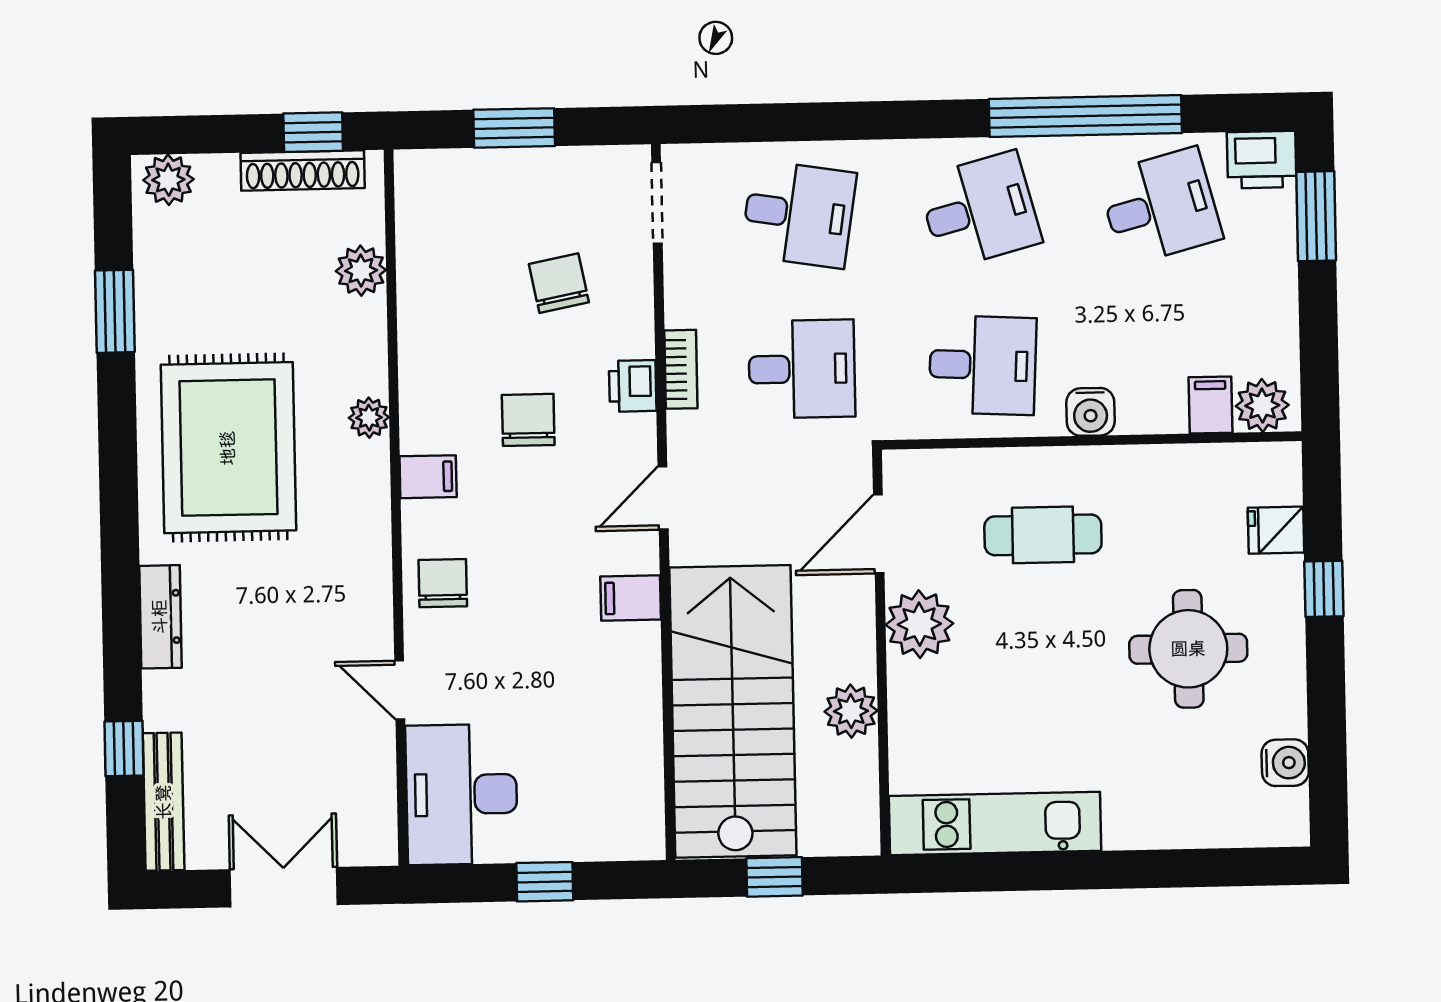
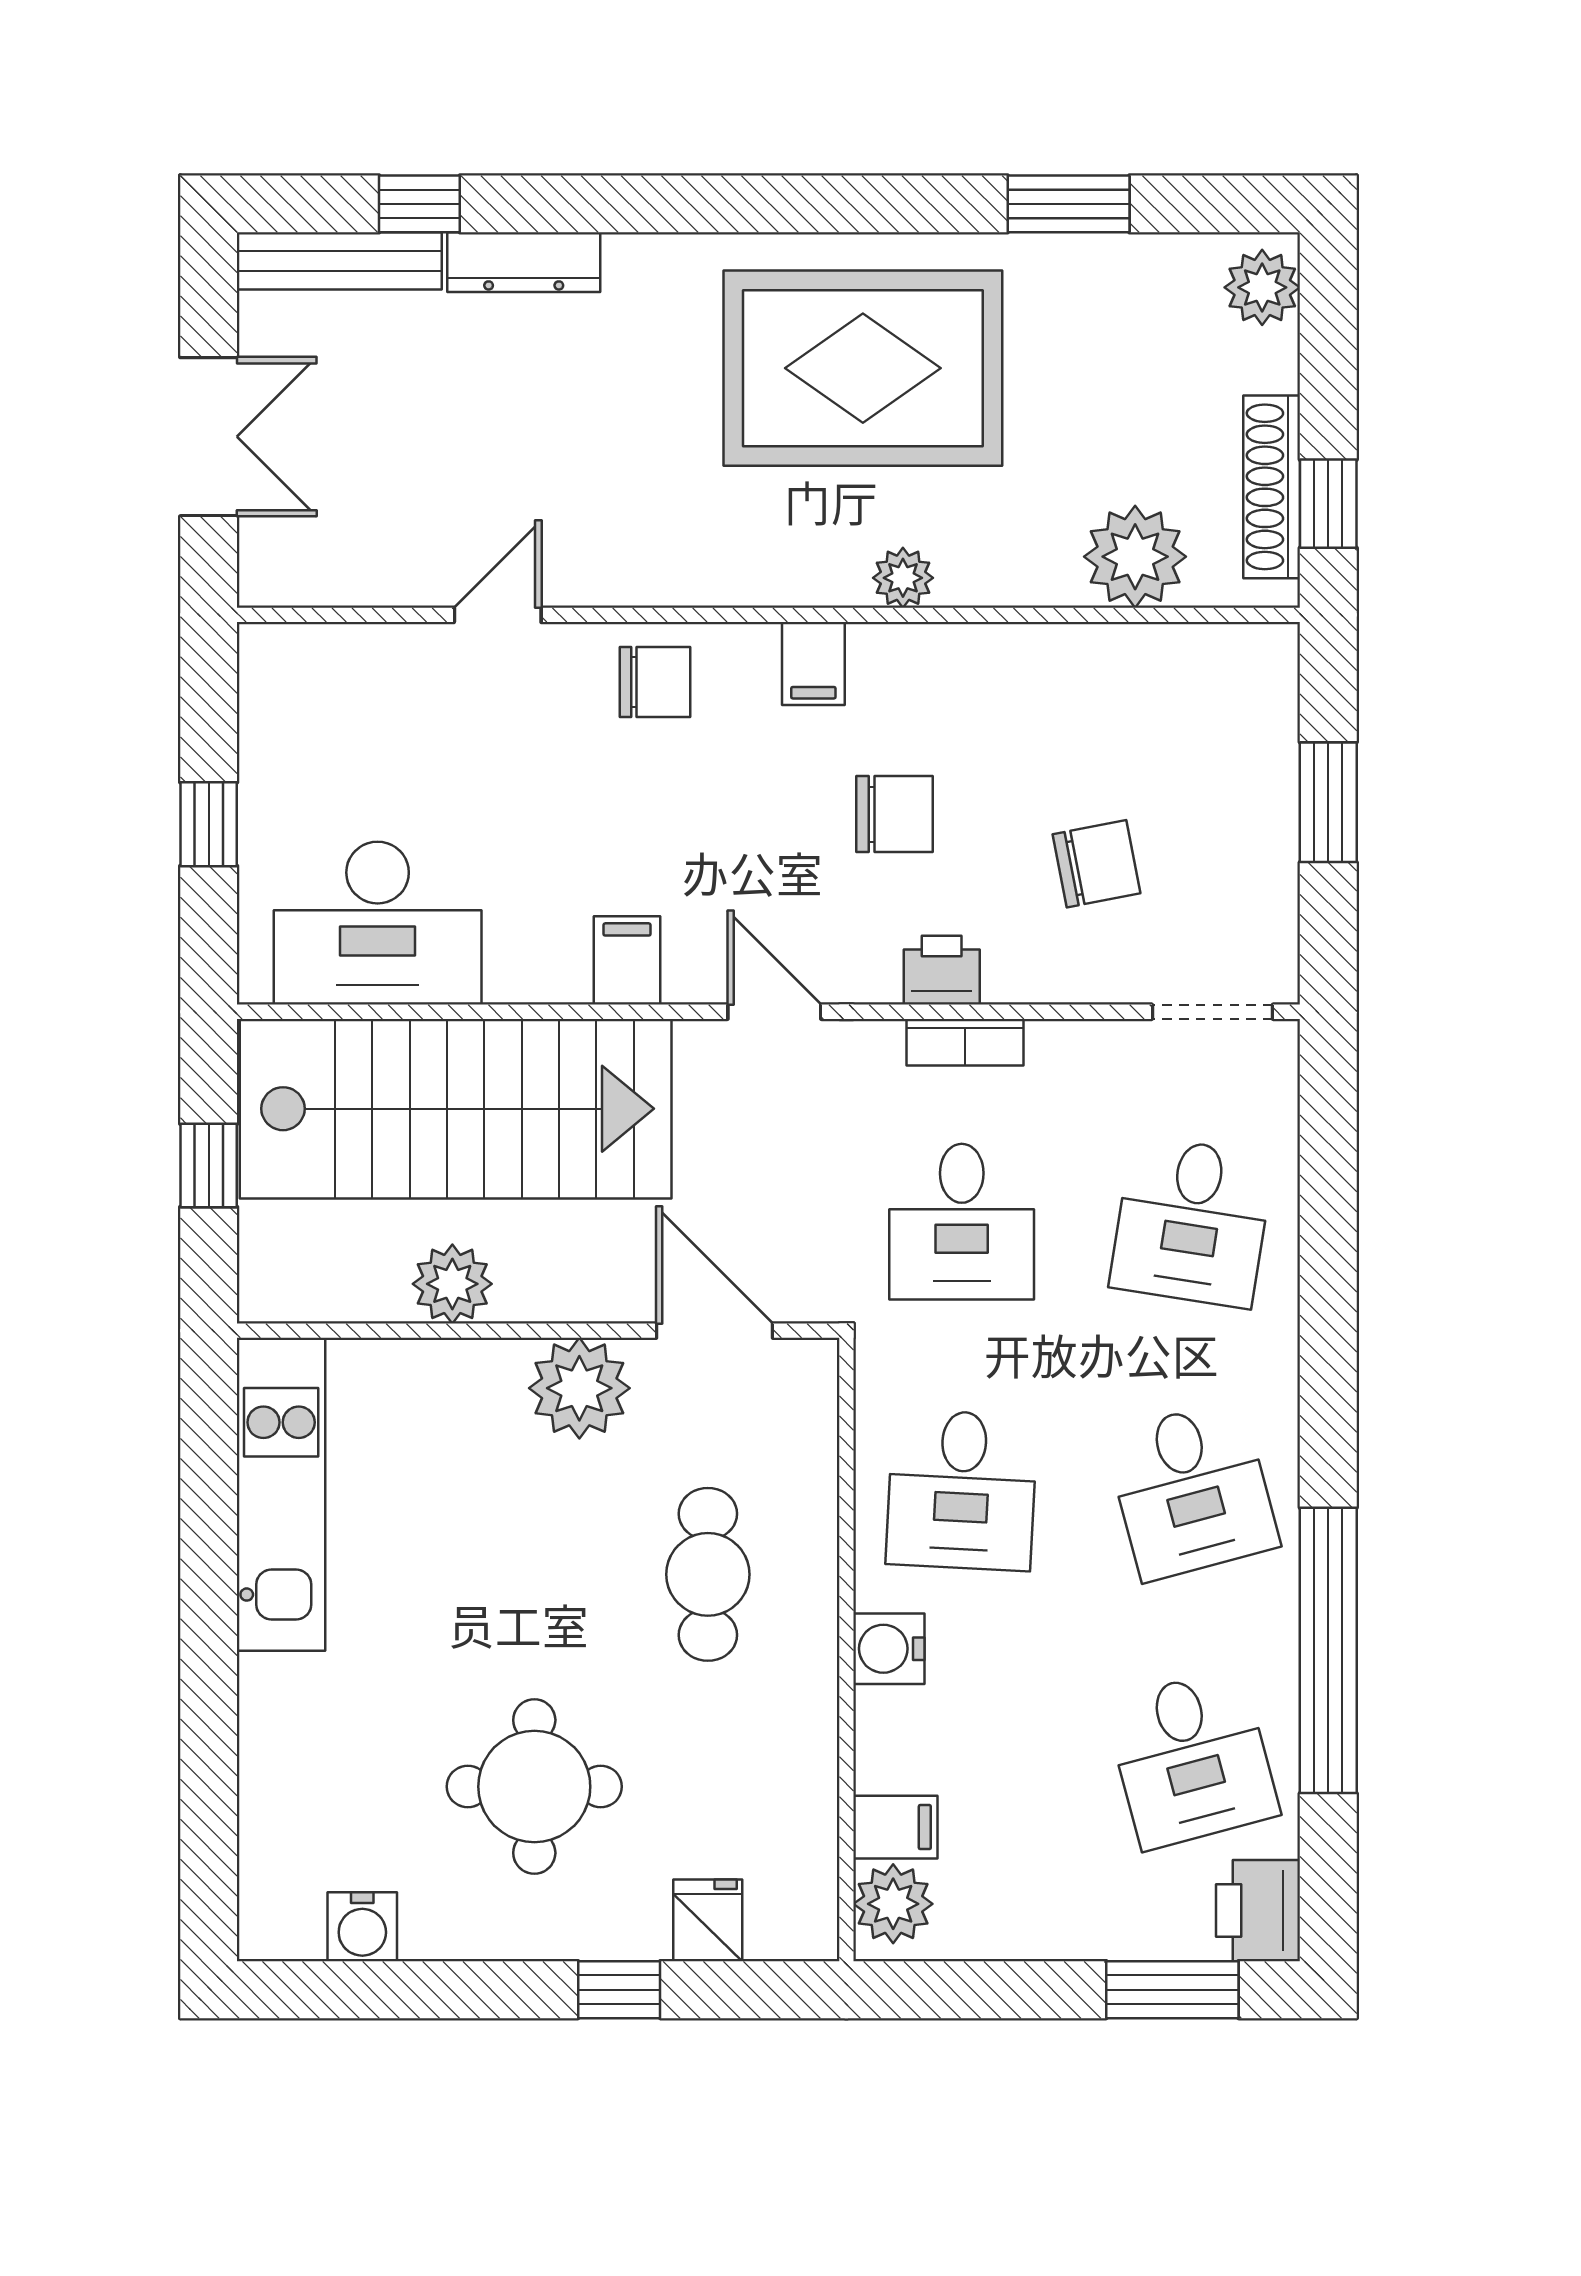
plant: (361, 271) -> (1135, 557), width x1.36, depth x1.36
dresser: (160, 617) -> (524, 262), moved
desk: (462, 794) -> (378, 923), moved, turned 180

